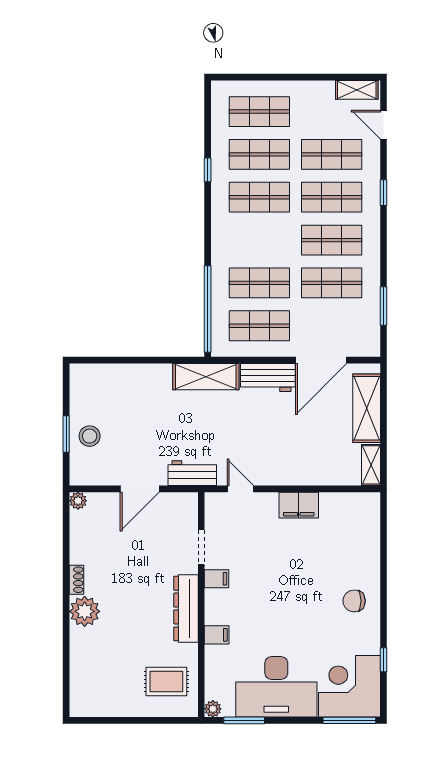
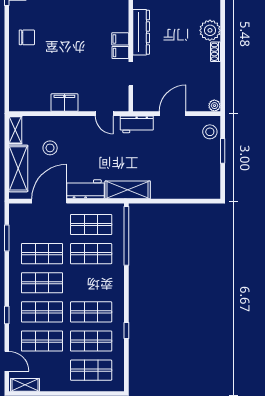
stool: (90, 436) -> (210, 132), moved
stool: (320, 438) -> (50, 148), added
filing cabinet: (217, 635) -> (120, 39), moved

